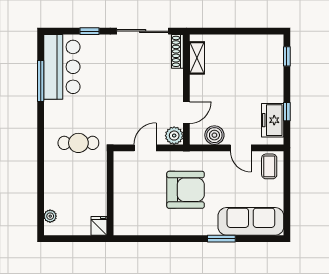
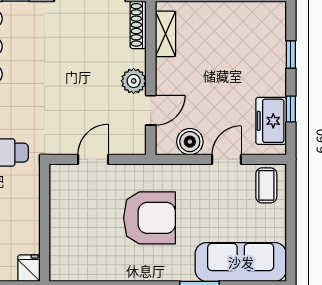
window: (287, 56) -> (291, 55), moved
plant: (174, 136) -> (134, 81), moved
door: (241, 148) -> (227, 159), swing flipped

